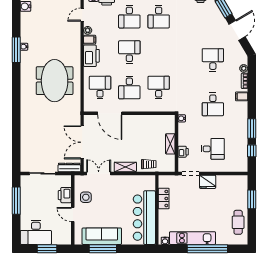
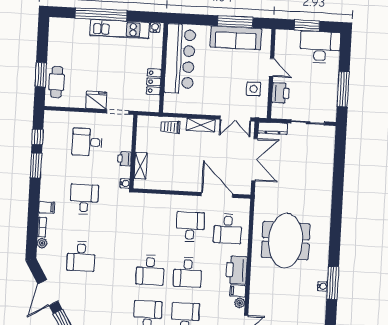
desk: (159, 88) -> (150, 270), moved
shelving: (170, 144) -> (141, 166), moved
printer: (183, 152) -> (125, 159), moved
cafe table: (238, 222) -> (57, 82), moved

